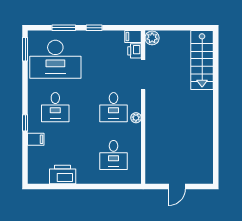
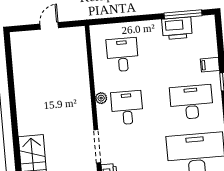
desk: (55, 107) -> (191, 102), width x1.37
window: (56, 186) -> (183, 14), added

